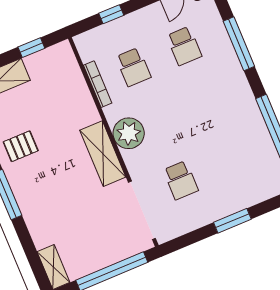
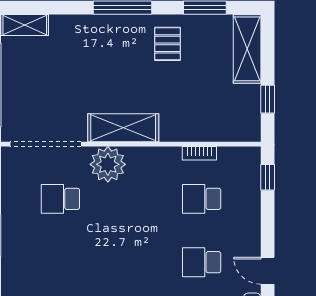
window: (111, 14) -> (268, 177), moved
bookcase: (98, 84) -> (199, 153), width x0.64
plant: (129, 133) -> (108, 164), moved

